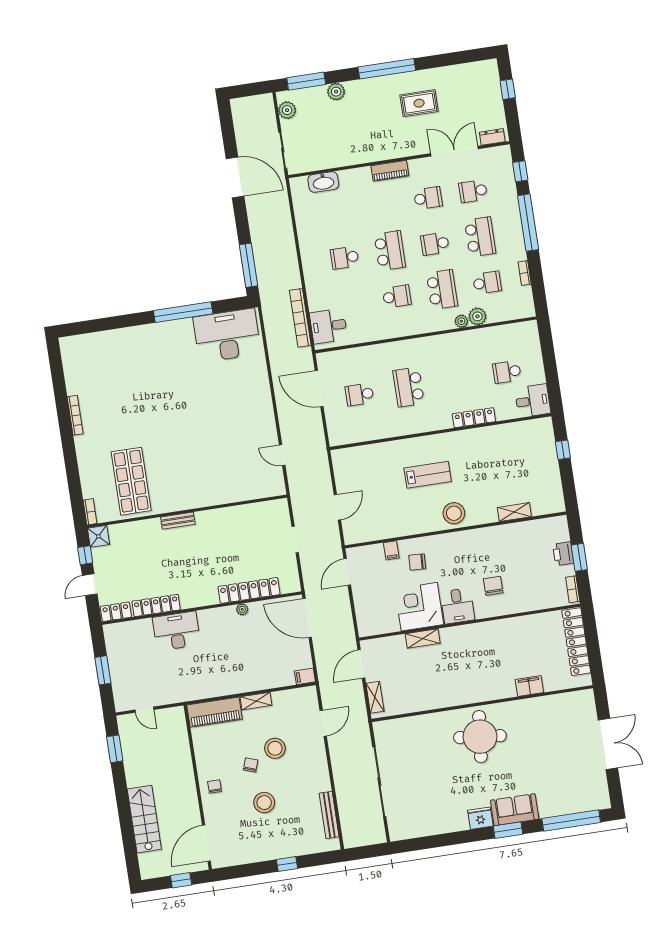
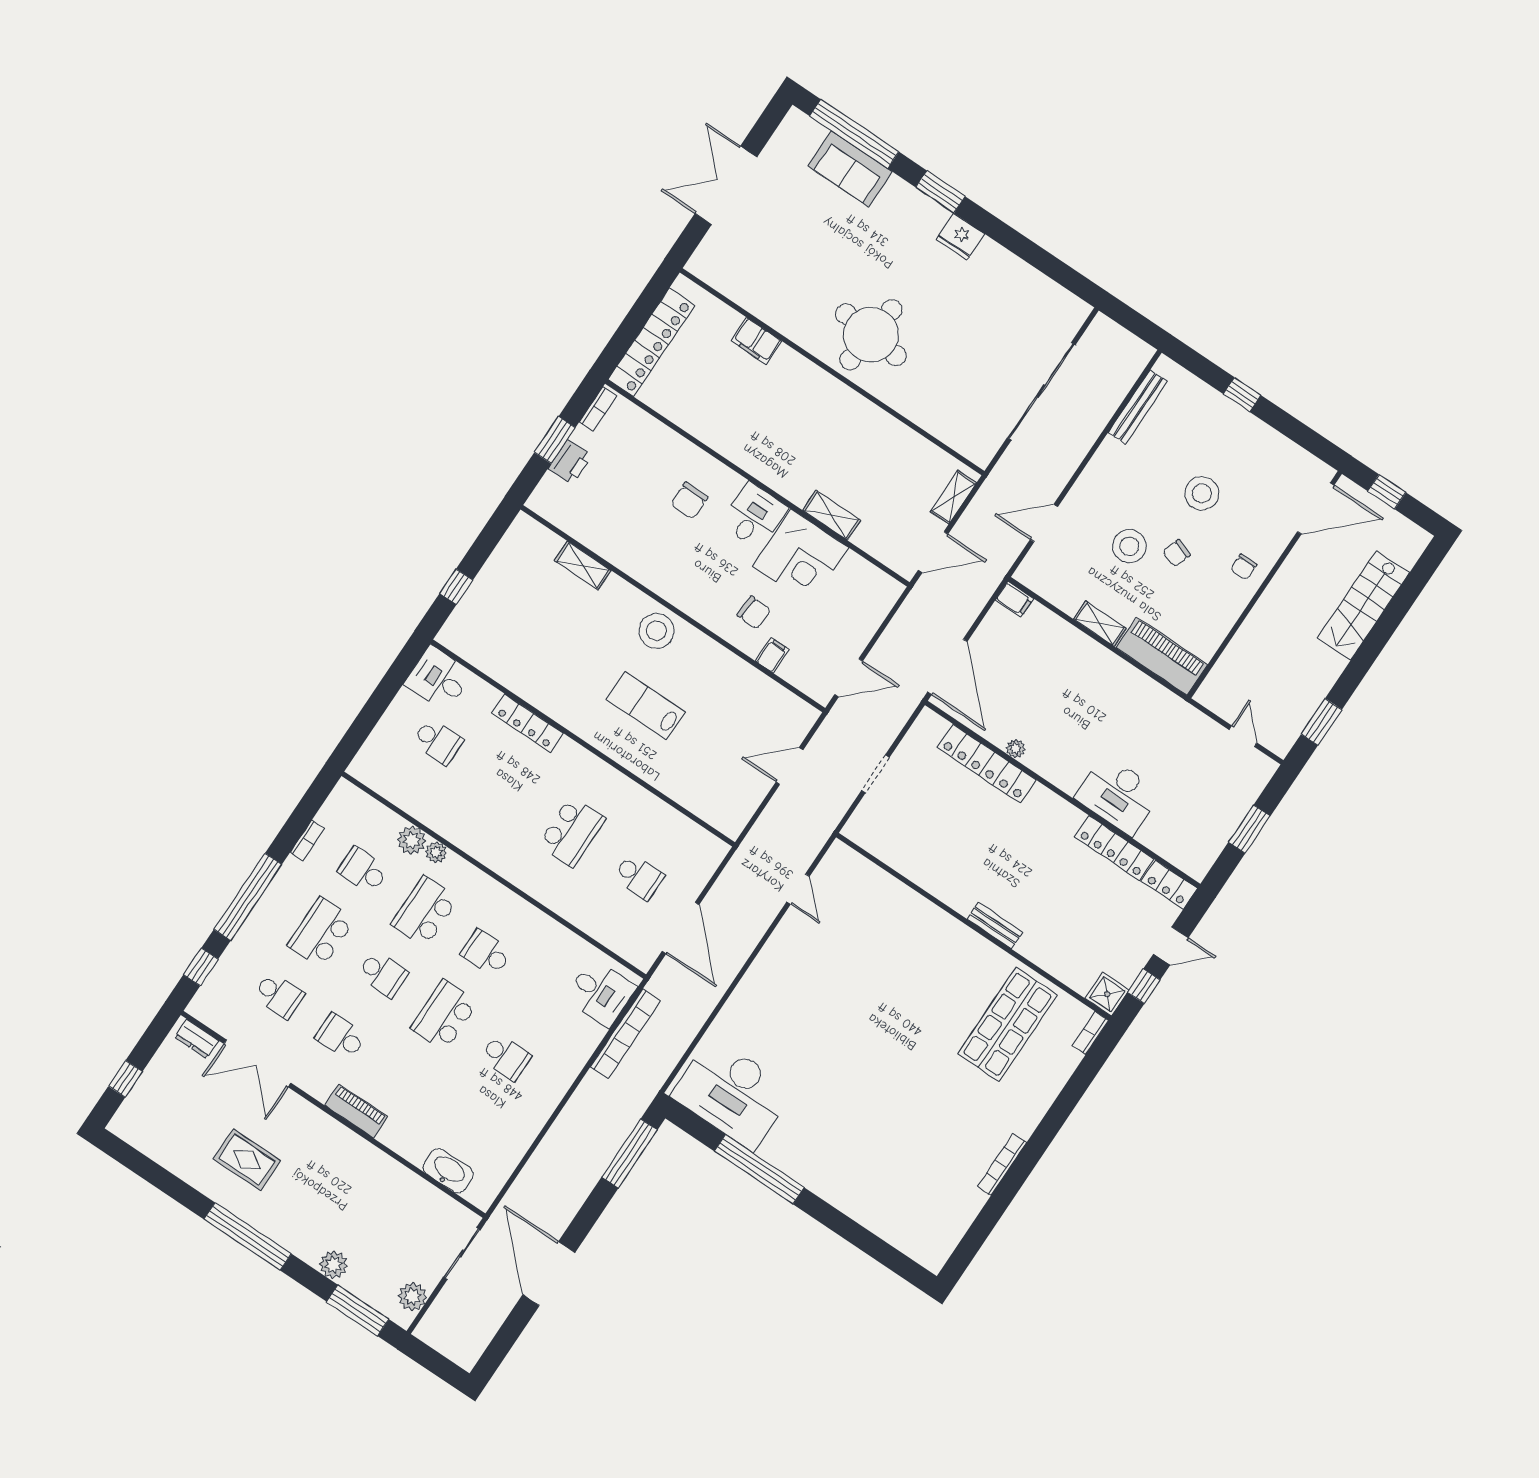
sofa: (515, 810) -> (850, 169), moved

